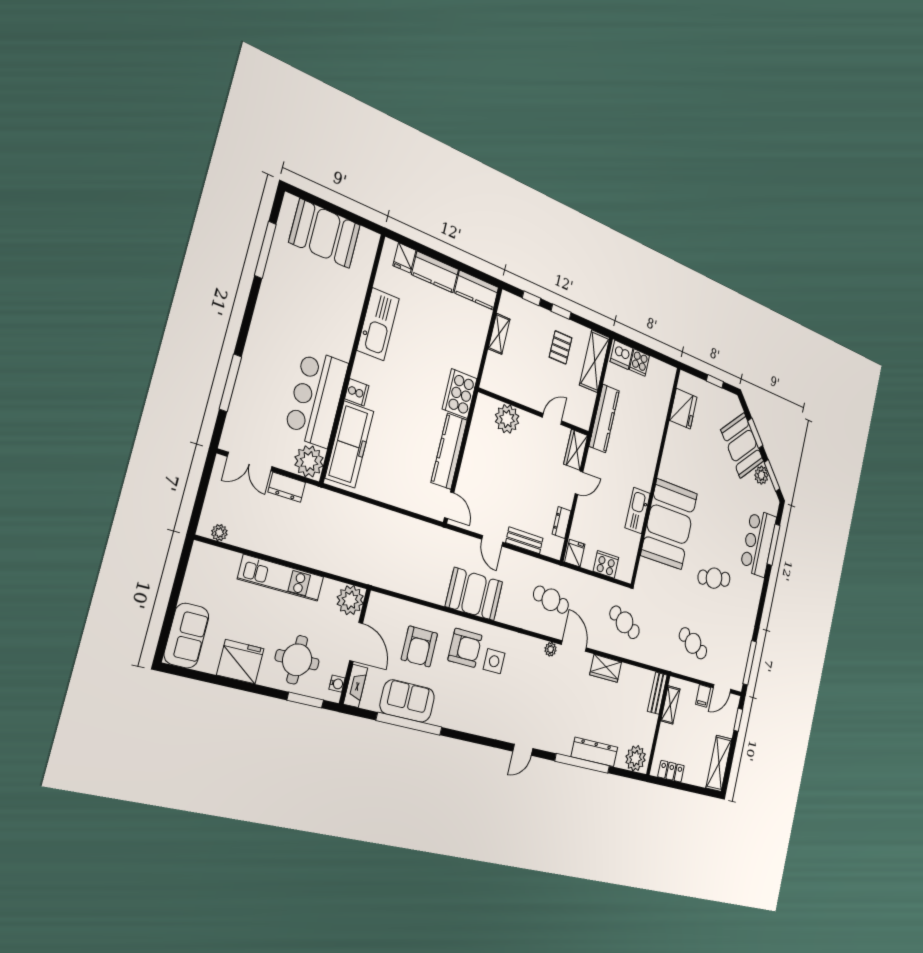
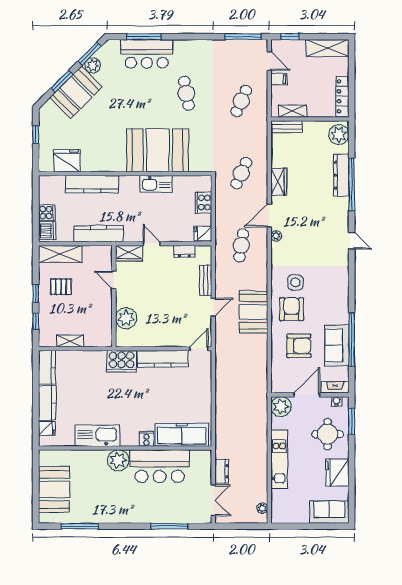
kitchen counter: (655, 430) -> (92, 184), added
plant: (309, 461) -> (118, 460), moved
locker: (671, 771) -> (342, 96), width x1.53

